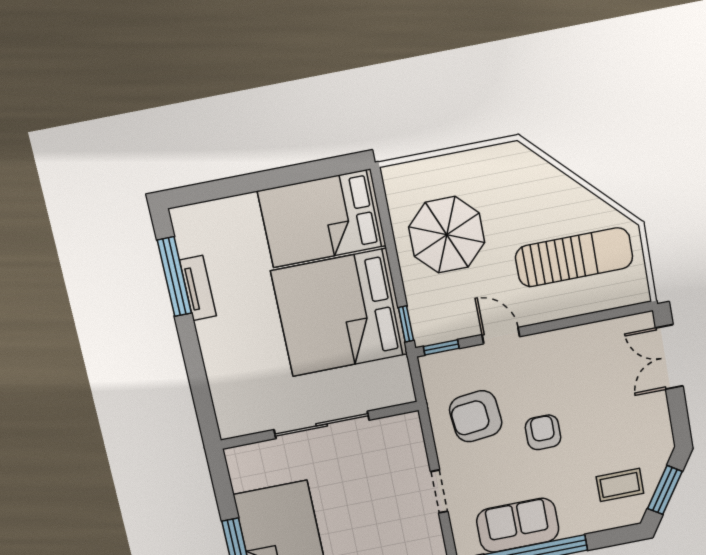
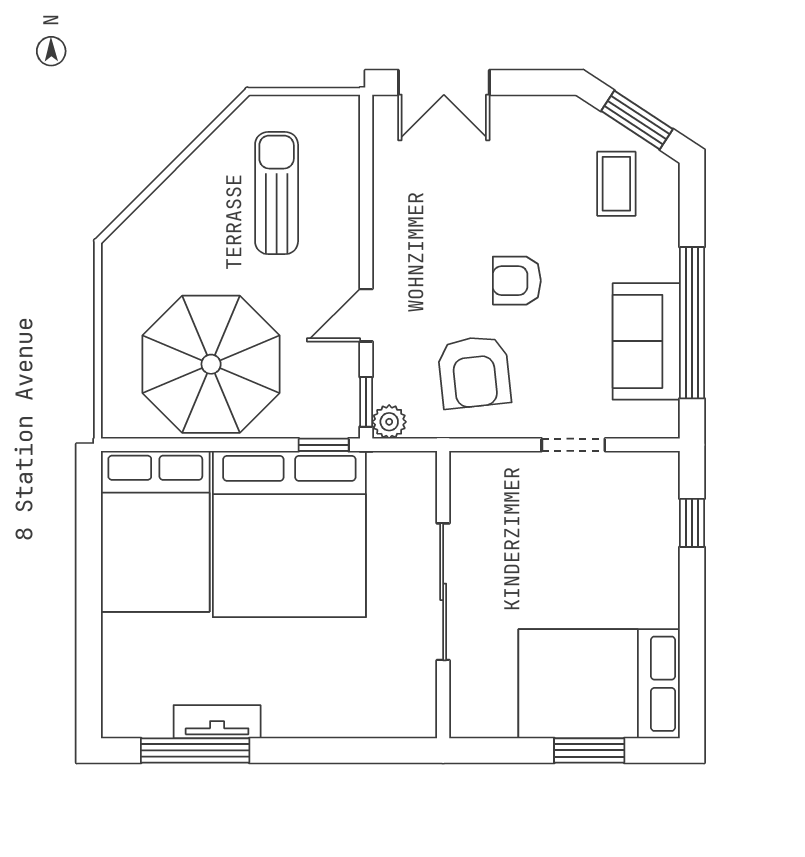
parasol: (447, 235) -> (211, 364), width x1.36, depth x1.36
sun lounger: (574, 257) -> (277, 193), width x0.73, depth x0.75
plant: (431, 366) -> (389, 422), added

